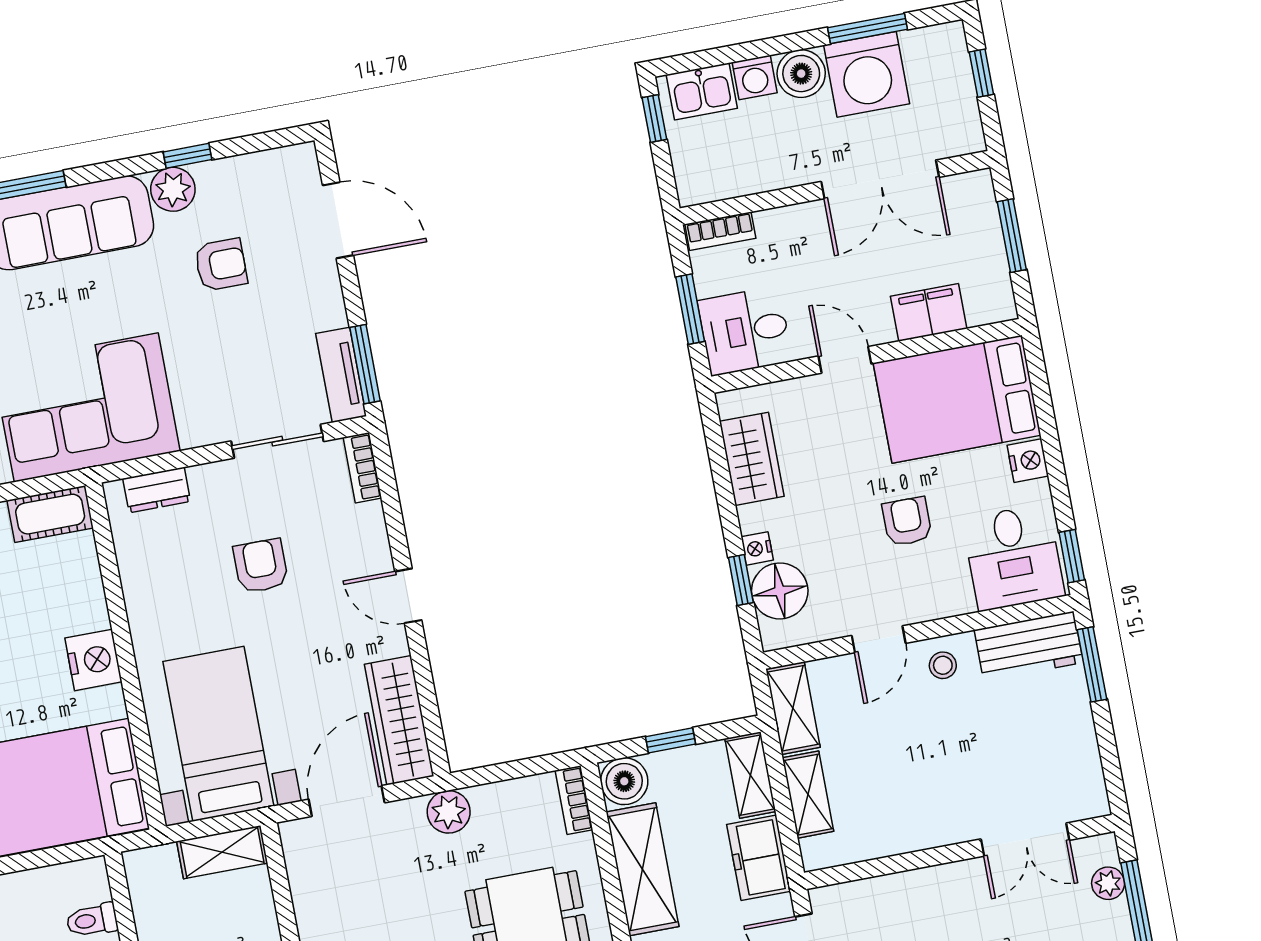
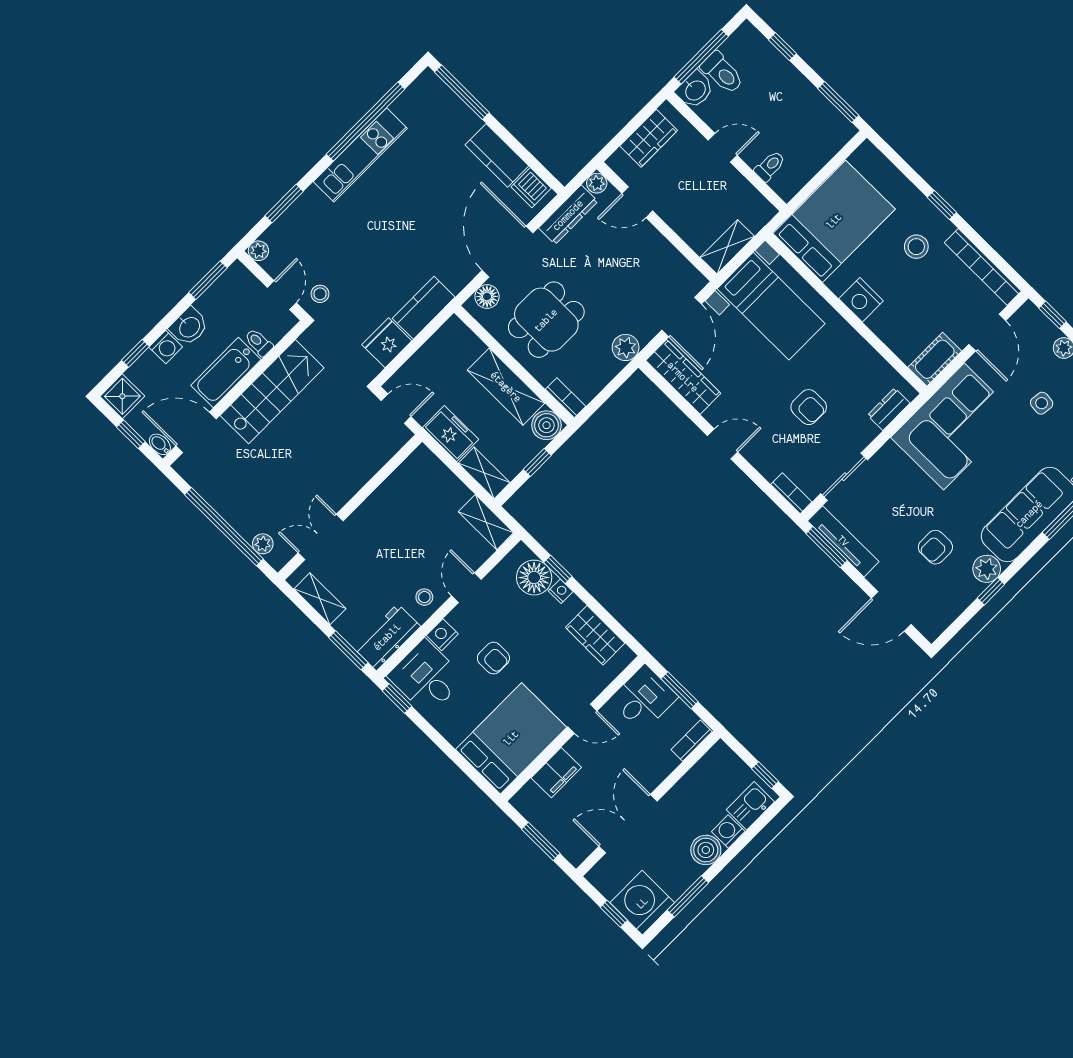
washing machine: (867, 74) -> (642, 903), moved
tv unit: (341, 375) -> (843, 541), width x1.41
nightstand: (1028, 461) -> (442, 635), moved, turned 90
shelving: (808, 795) -> (320, 599), moved

